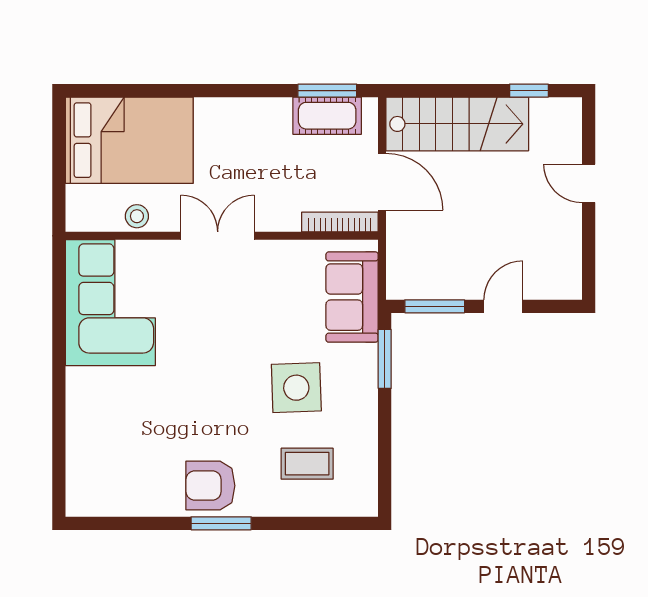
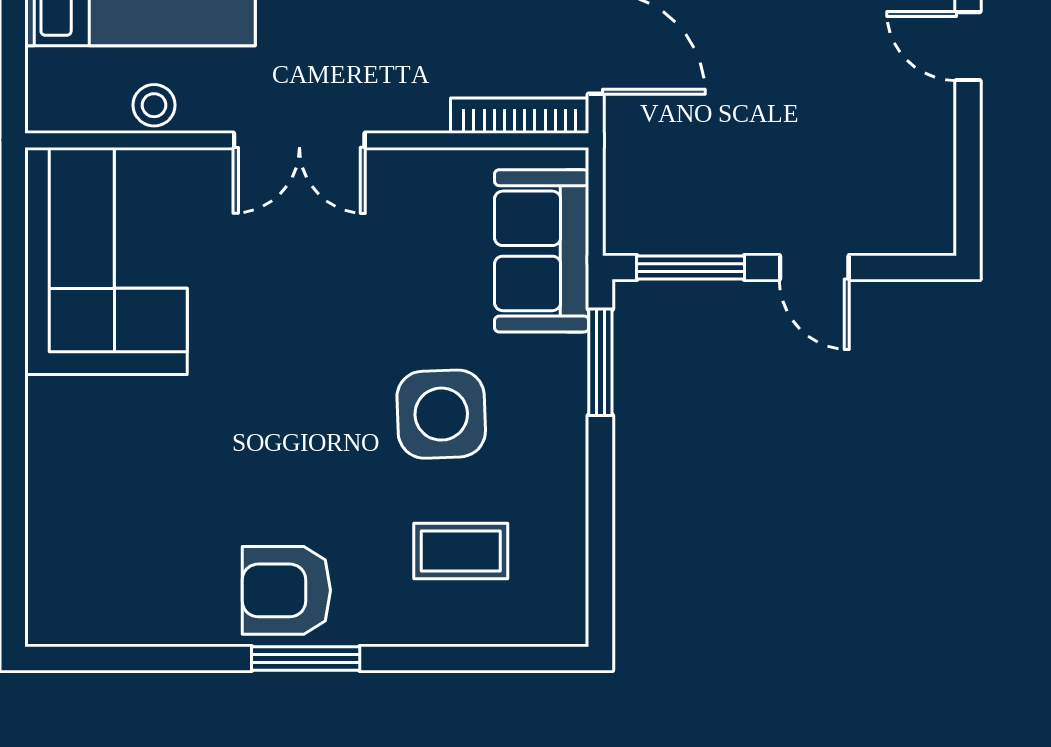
double door: (218, 236) -> (299, 140), swing flipped
door: (503, 306) -> (814, 268), swing flipped

